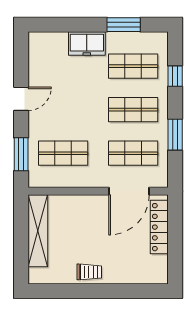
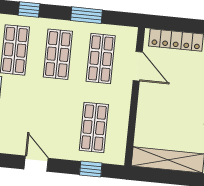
window: (21, 154) -> (91, 169), width x0.67
door: (129, 191) -> (138, 66), width x0.73

